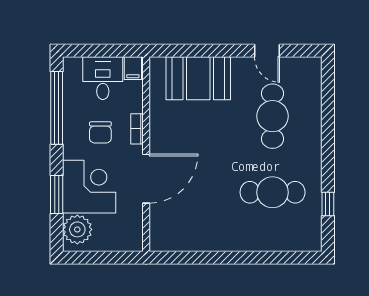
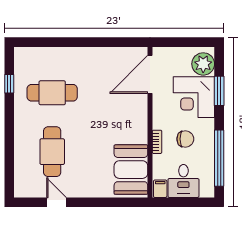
booth: (198, 78) -> (131, 170), moved, turned 90
chair: (100, 132) -> (185, 139), turned 90
door: (146, 179) -> (150, 74), moved

